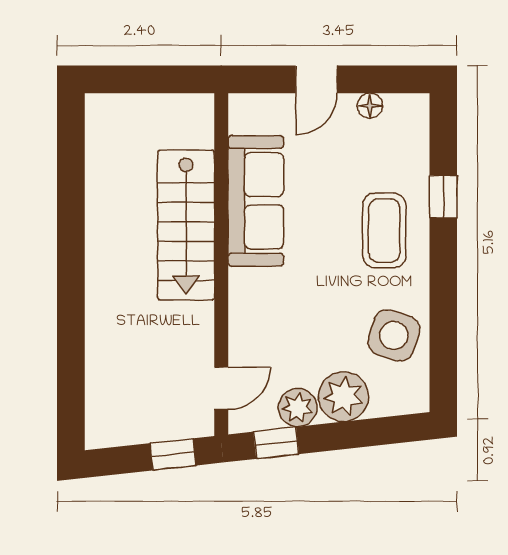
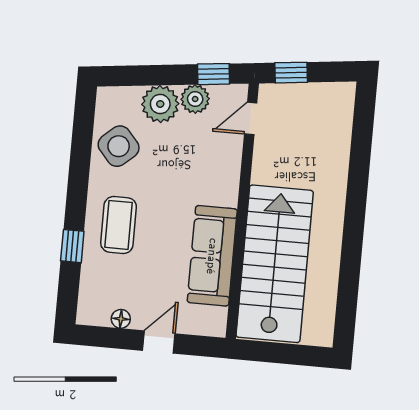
stairs: (186, 225) -> (275, 264), width x1.36, depth x1.51
side table: (394, 335) -> (119, 146), turned 31

